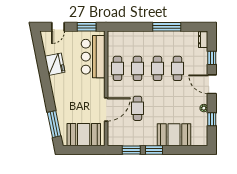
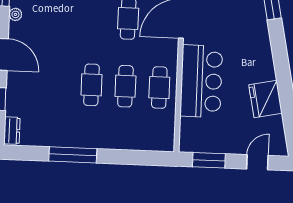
bar counter: (93, 57) -> (201, 81), moved
cafe table: (177, 68) -> (58, 83), removed

